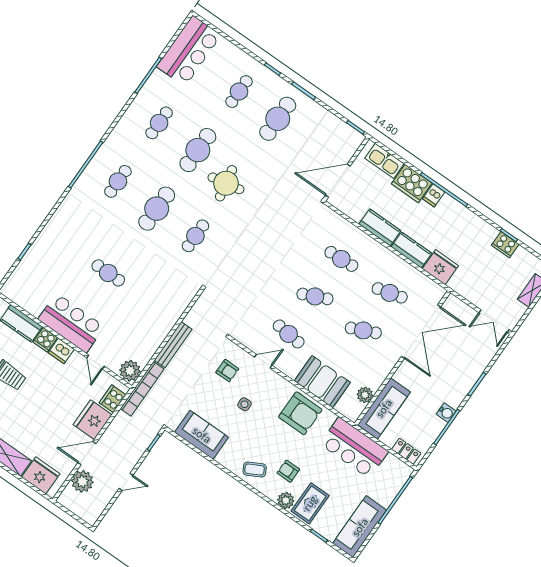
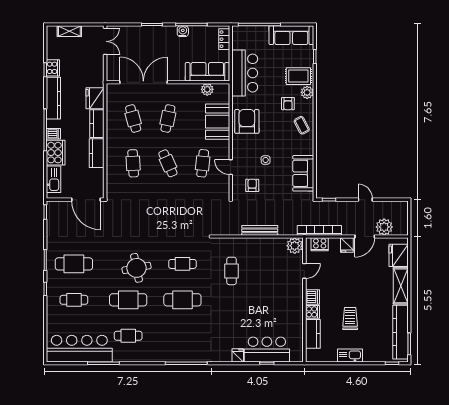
bar counter: (189, 51) -> (79, 349), width x1.36
cafe table: (118, 181) -> (182, 336), removed
kitchen counter: (472, 222) -> (53, 98), added
fridge: (55, 226) -> (238, 355), added
cafe table: (108, 273) -> (232, 271), moved
bar counter: (71, 323) -> (267, 349), moved, turned 90
cafe table: (363, 330) -> (168, 118), turned 36
bookcase: (142, 389) -> (319, 230), moved
fridge: (93, 420) -> (347, 245), width x0.53, depth x0.75
door: (87, 453) -> (365, 236), hinge flipped

